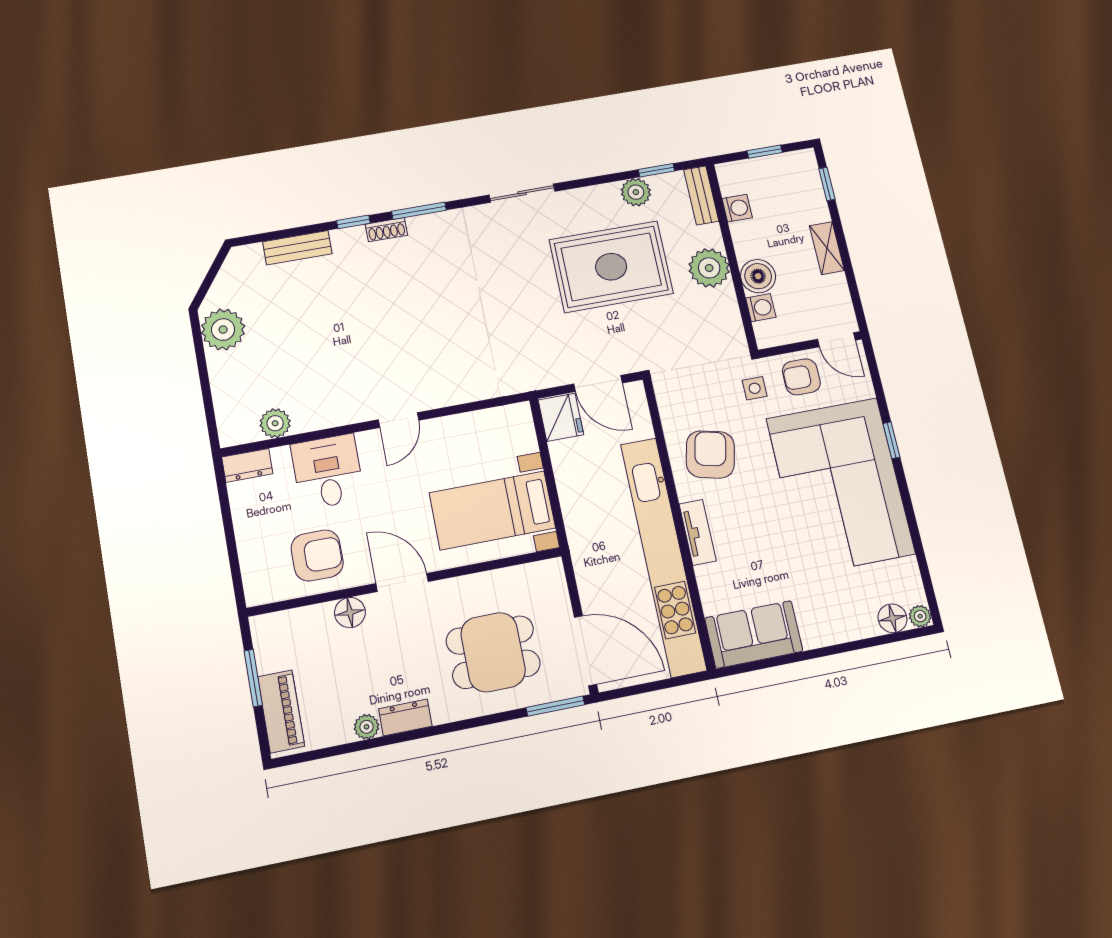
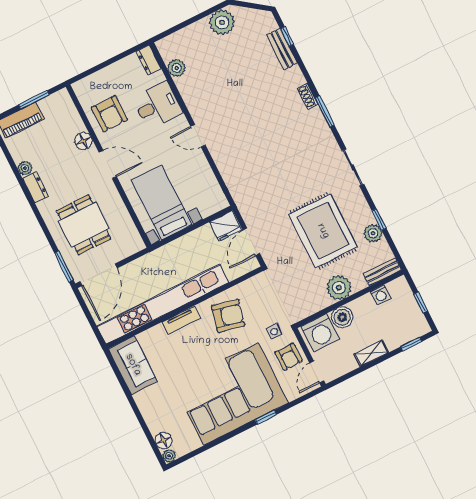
window: (656, 170) -> (379, 219), moved
window: (353, 222) -> (287, 37), moved
washing machine: (761, 308) -> (320, 333), width x1.89, depth x1.89
armchair: (801, 377) -> (289, 357), turned 180
door: (402, 582) -> (108, 164), hinge flipped

